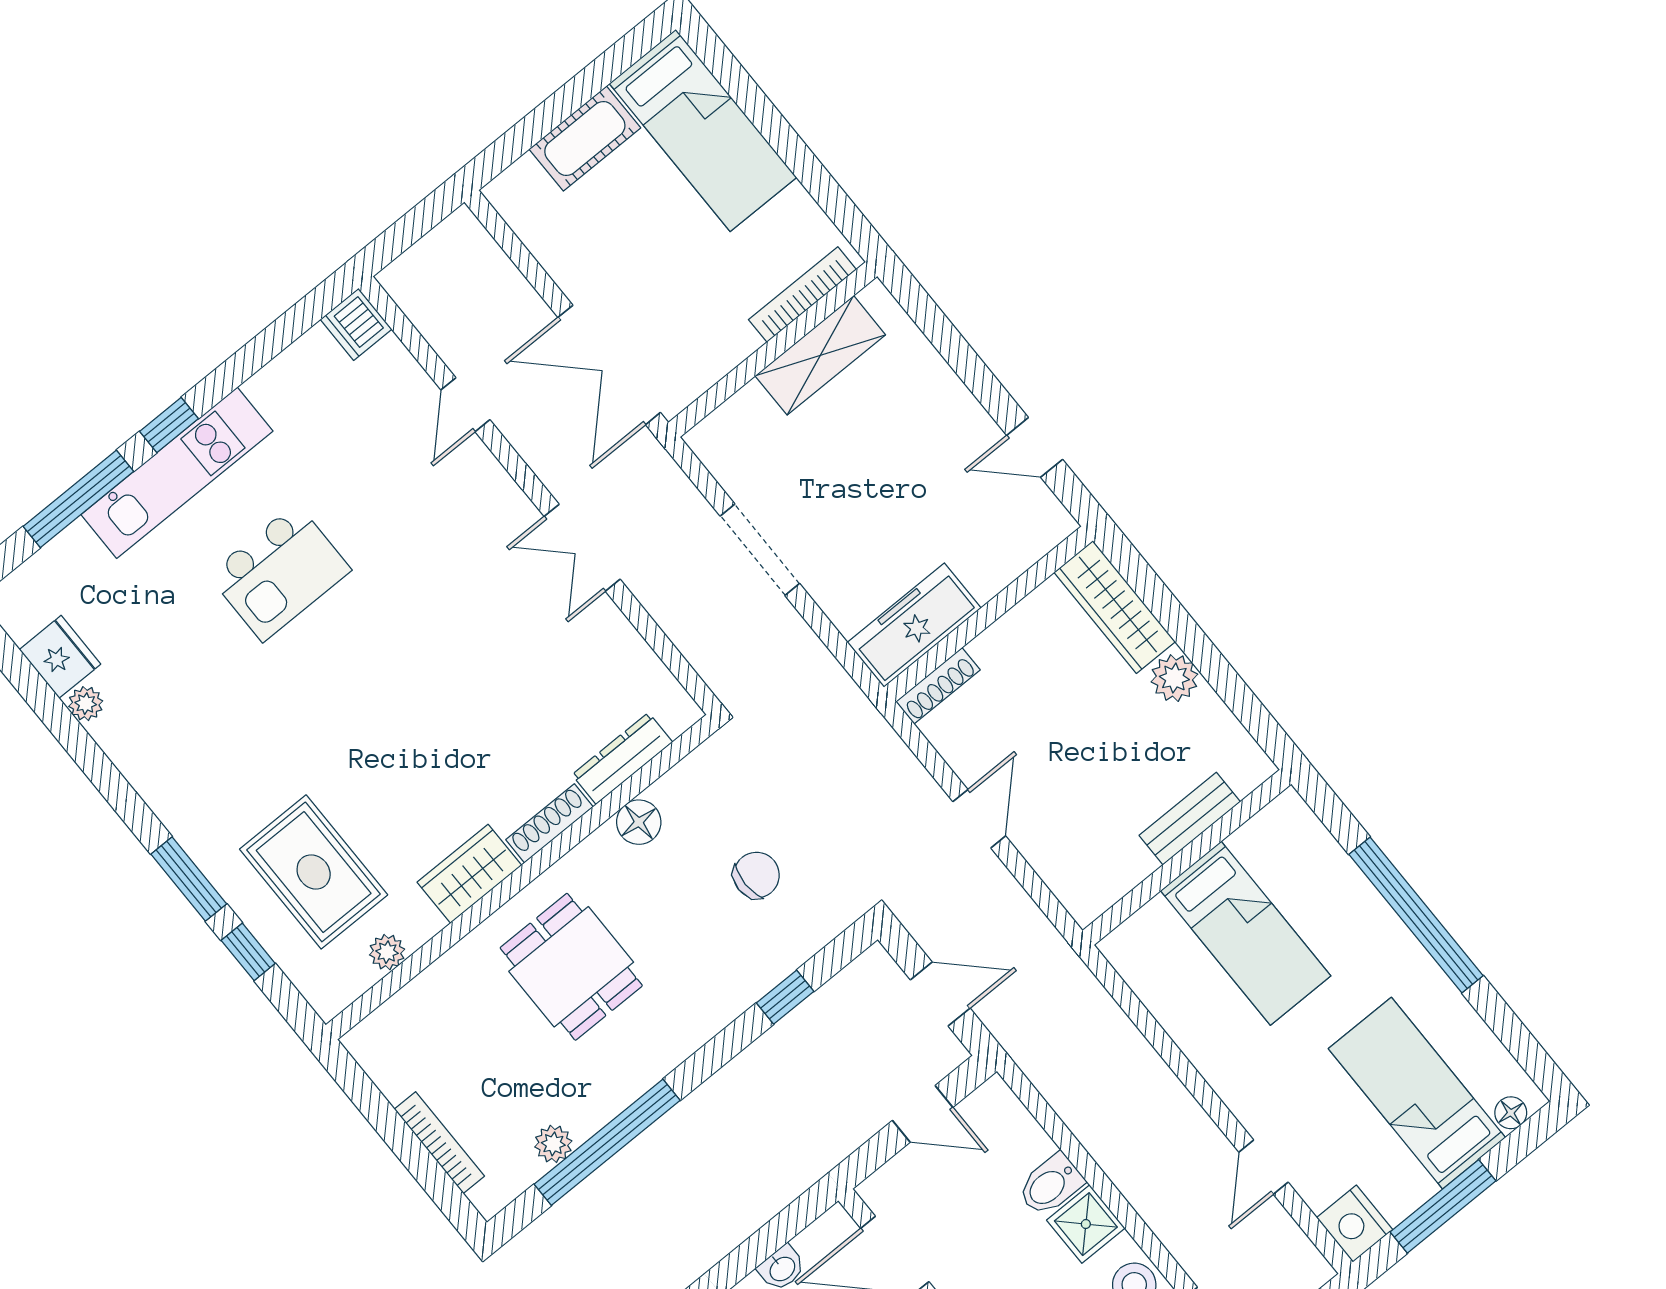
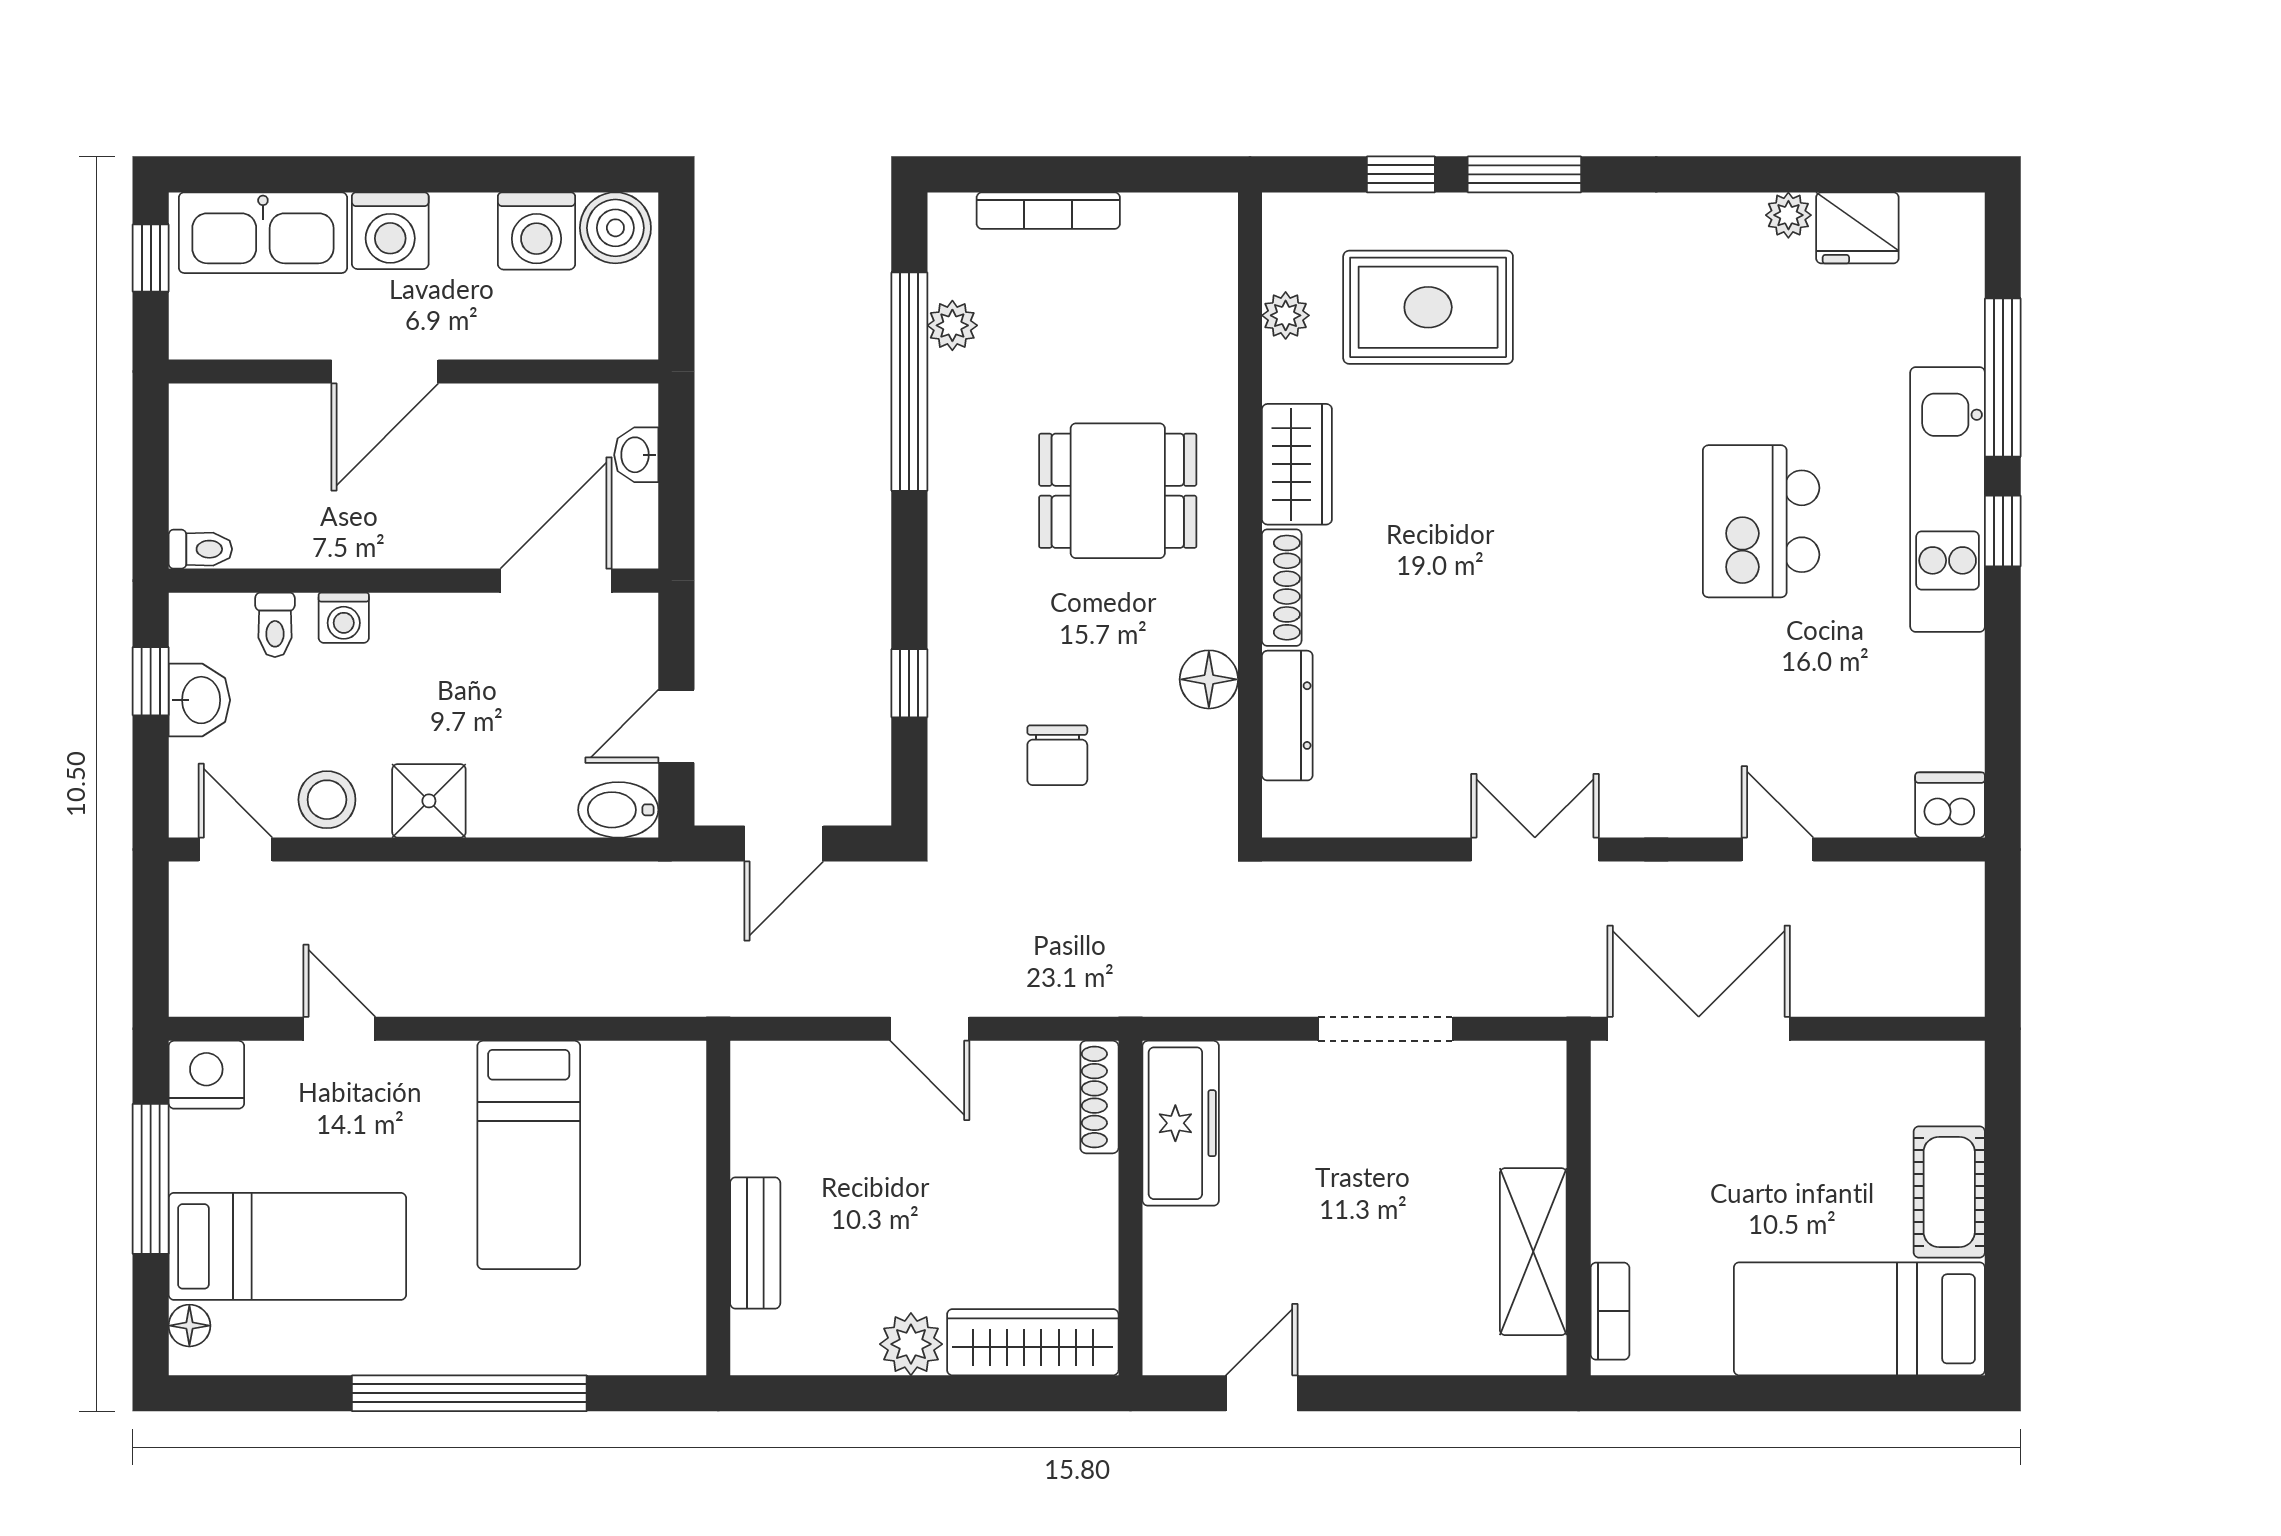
bookcase: (802, 294) -> (1610, 1311), width x0.64
bed: (1246, 933) -> (529, 1155), moved, turned -90
bidet: (1050, 1185) -> (618, 810), moved, turned -90

